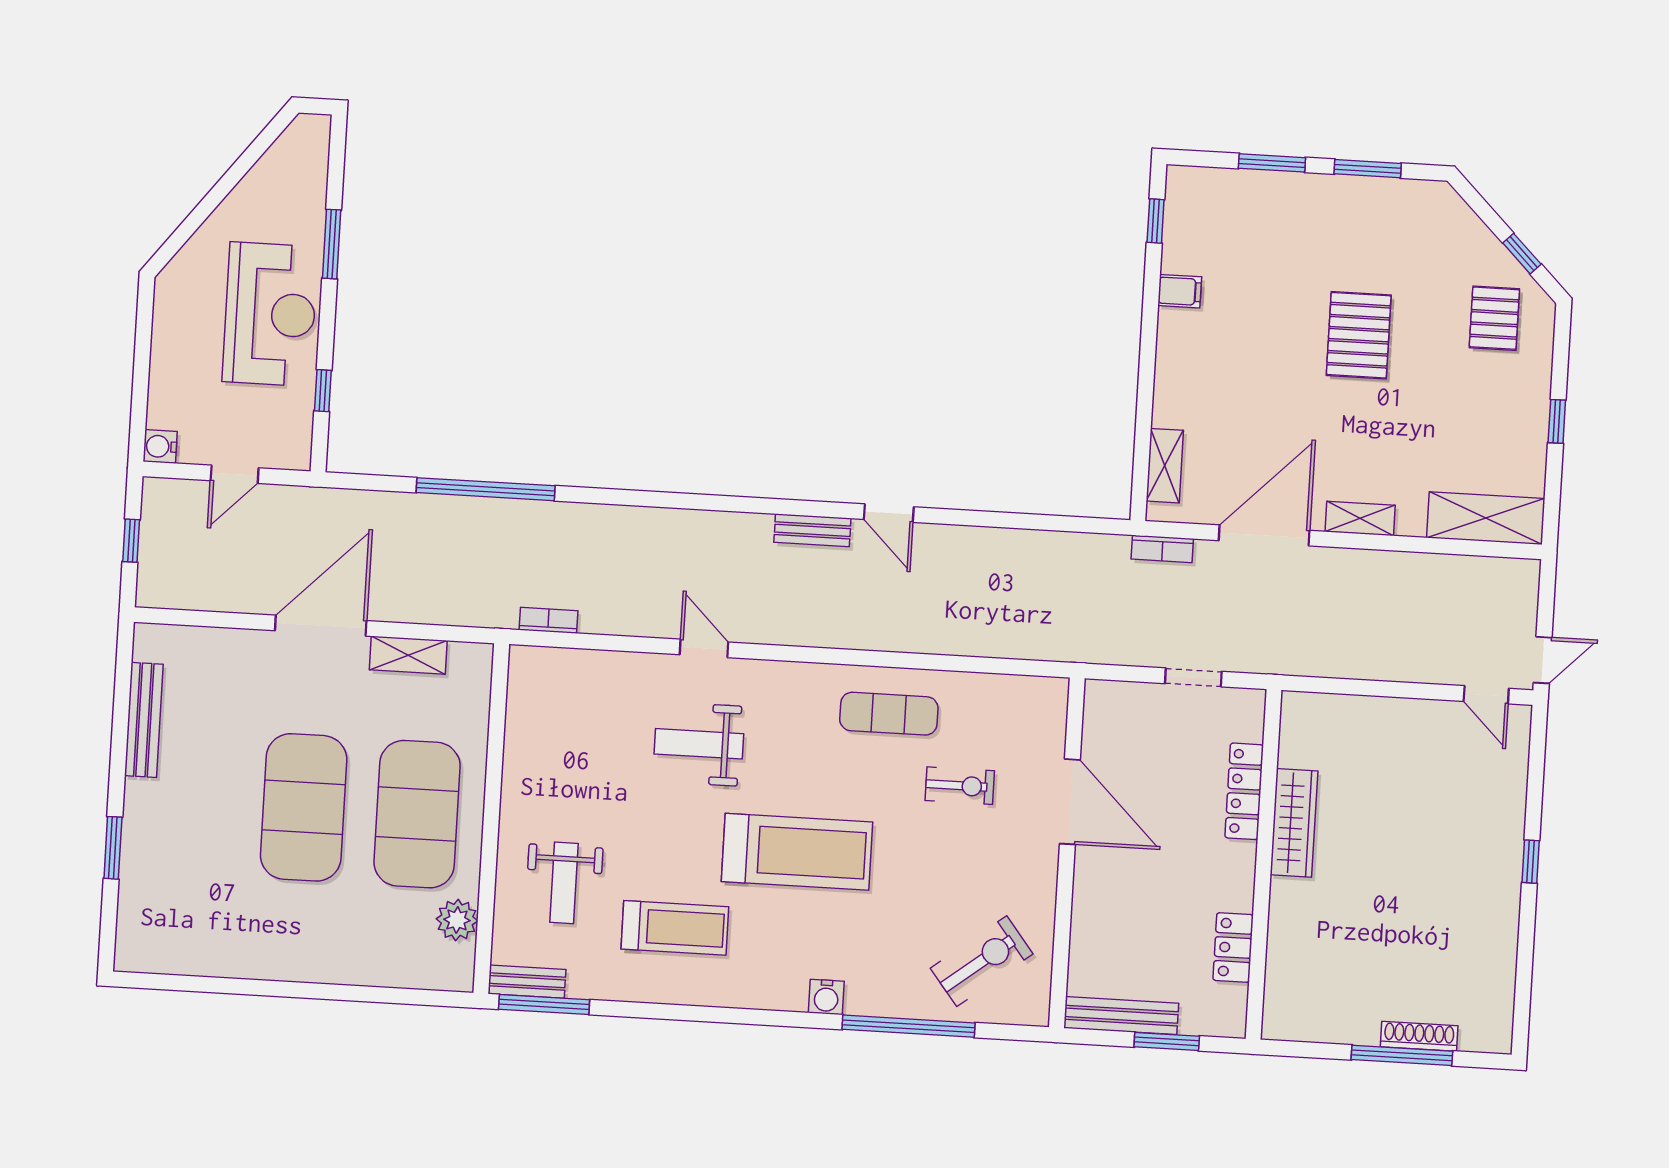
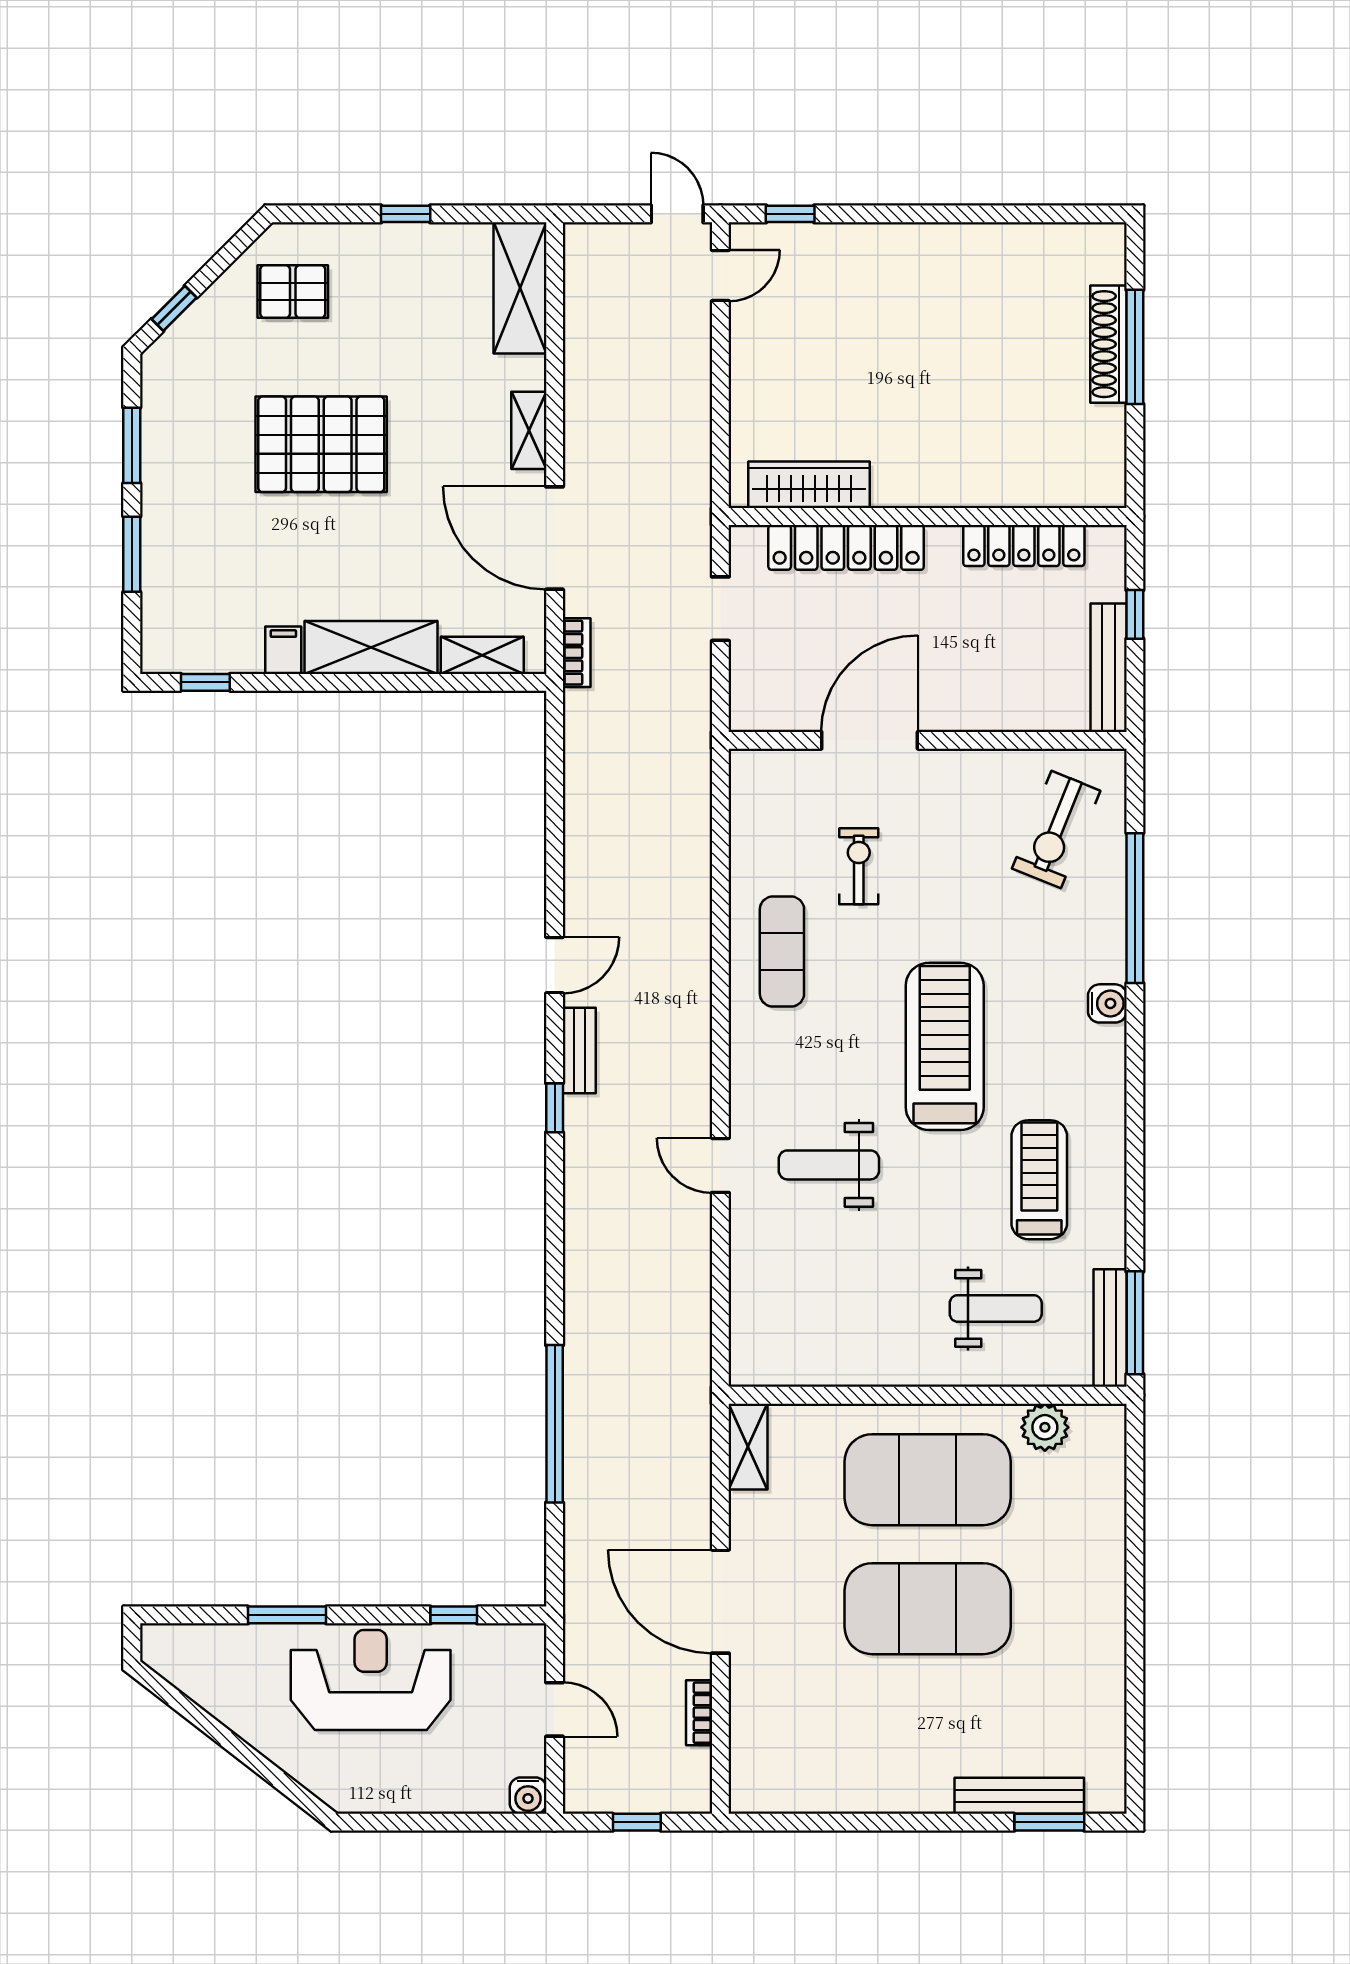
window: (1522, 254) -> (174, 308), moved
pallet: (1359, 335) -> (321, 444), width x1.37, depth x1.41
shelving: (1178, 368) -> (371, 647), added
window: (763, 506) -> (555, 1108), added
bookcase: (548, 620) -> (699, 1713), moved
door: (704, 648) -> (720, 1165), hinge flipped
shelving: (408, 655) -> (748, 1447), moved
bench: (144, 720) -> (1019, 1796), moved
weight bench: (699, 744) -> (829, 1165), turned 90
locker: (1244, 791) -> (846, 547), width x1.41, depth x1.21
wardrobe: (1294, 823) -> (809, 485), moved
window: (113, 848) -> (1049, 1822), moved
window: (1531, 862) -> (790, 214), moved
locker: (1233, 947) -> (1024, 545), width x1.53
exercise bike: (982, 961) -> (1056, 830), turned -120
bench: (527, 982) -> (1110, 1328), width x1.36
shoe rack: (1419, 1036) -> (1108, 344), width x1.36, depth x1.24
window: (1167, 1041) -> (1135, 614), width x0.67

